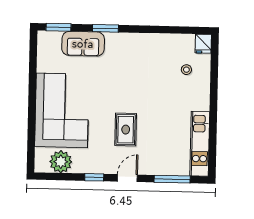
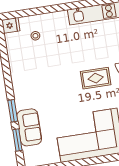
window: (59, 27) -> (17, 140), moved

